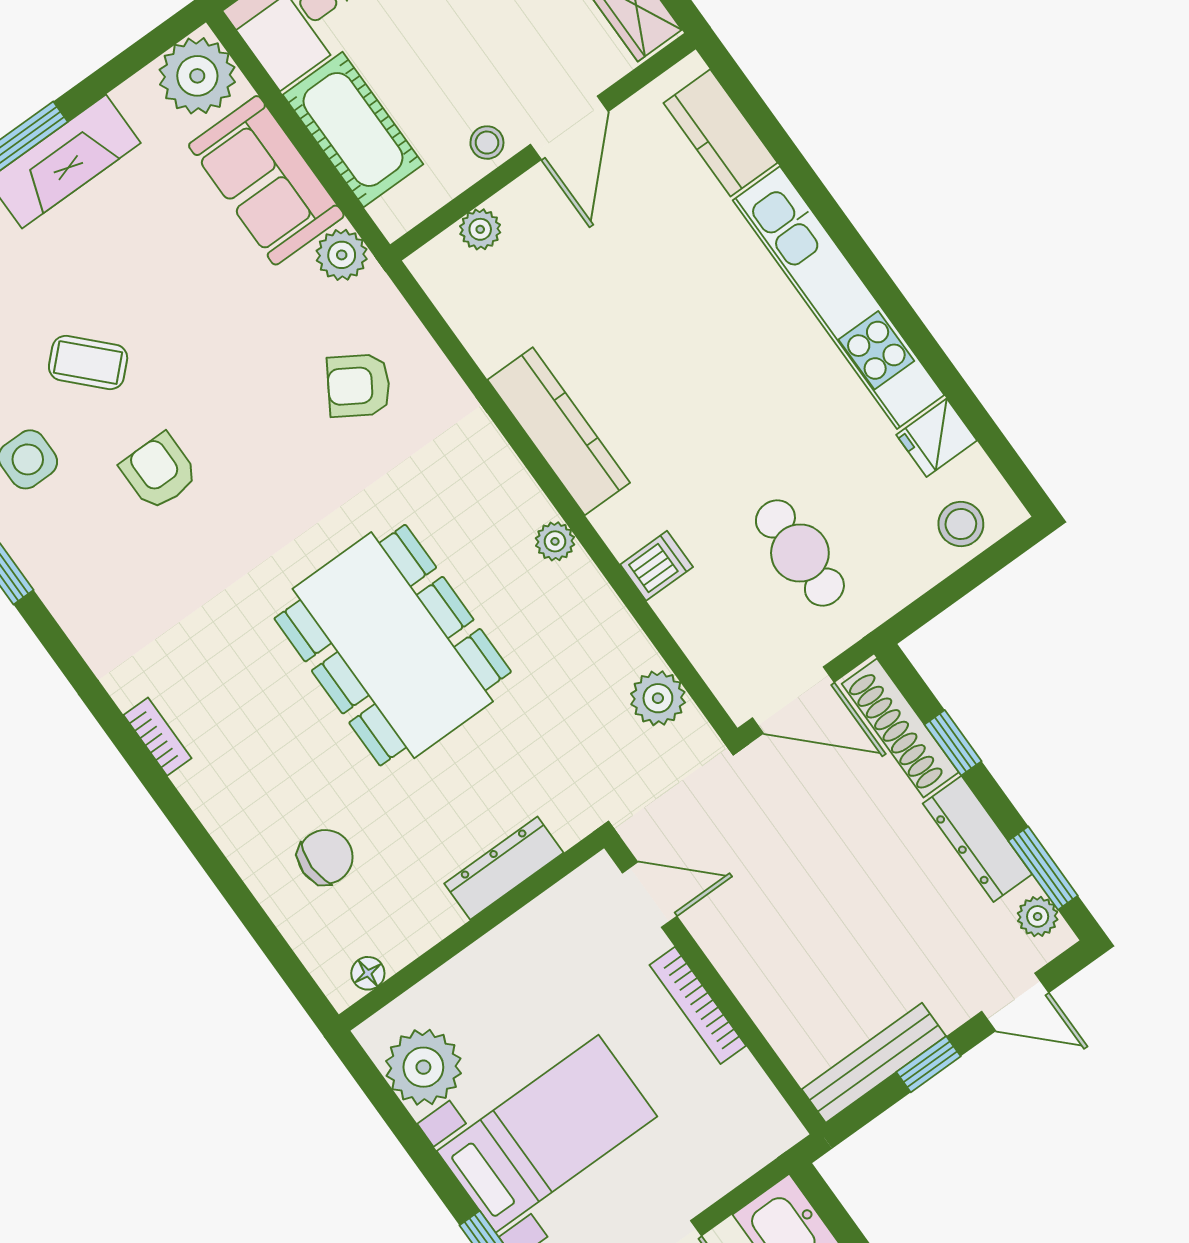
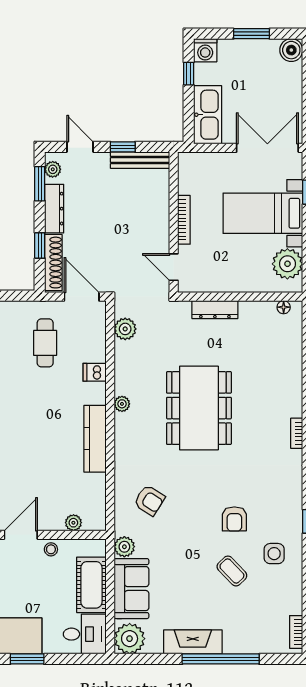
chair: (325, 857) -> (270, 355), removed

